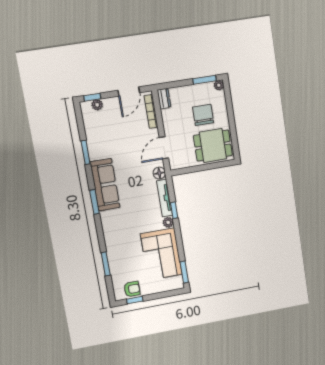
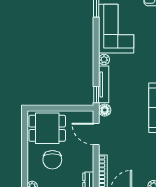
door: (164, 148) -> (96, 134), swing flipped
window: (174, 210) -> (96, 95), moved

